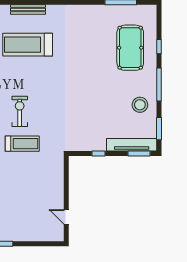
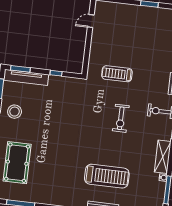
treadmill: (22, 144) -> (117, 74), moved
door: (66, 217) -> (91, 21), swing flipped

